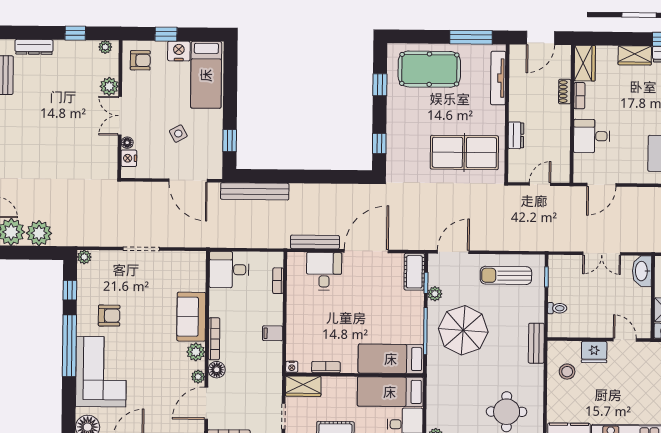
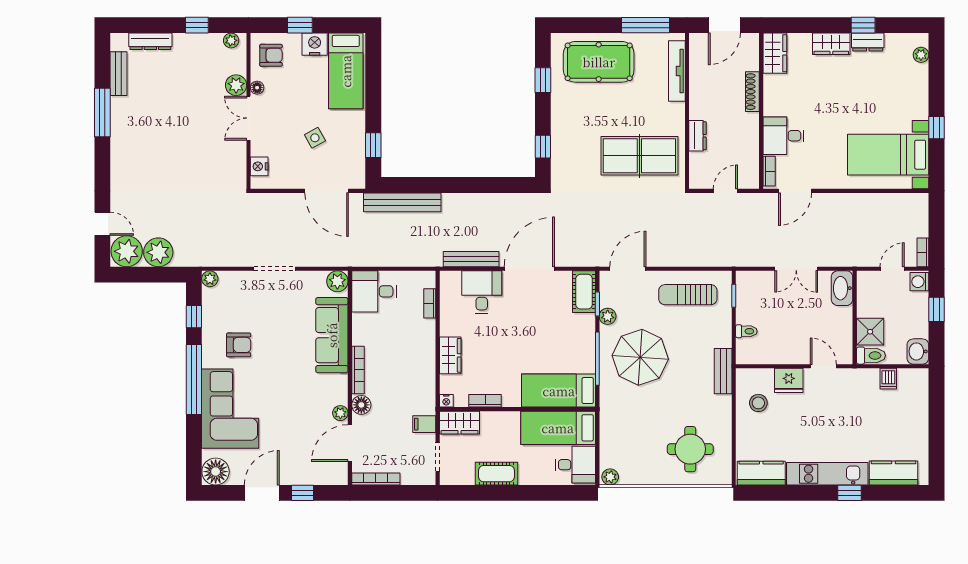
shoe rack: (565, 92) -> (752, 92), width x1.43
bookcase: (579, 96) -> (769, 171), moved
floor lamp: (127, 143) -> (257, 88), moved
sofa: (191, 317) -> (332, 335), width x1.36
wardrobe: (296, 327) -> (450, 355), added
filing cabinet: (273, 333) -> (424, 424), moved
plant: (196, 352) -> (337, 281), moved

